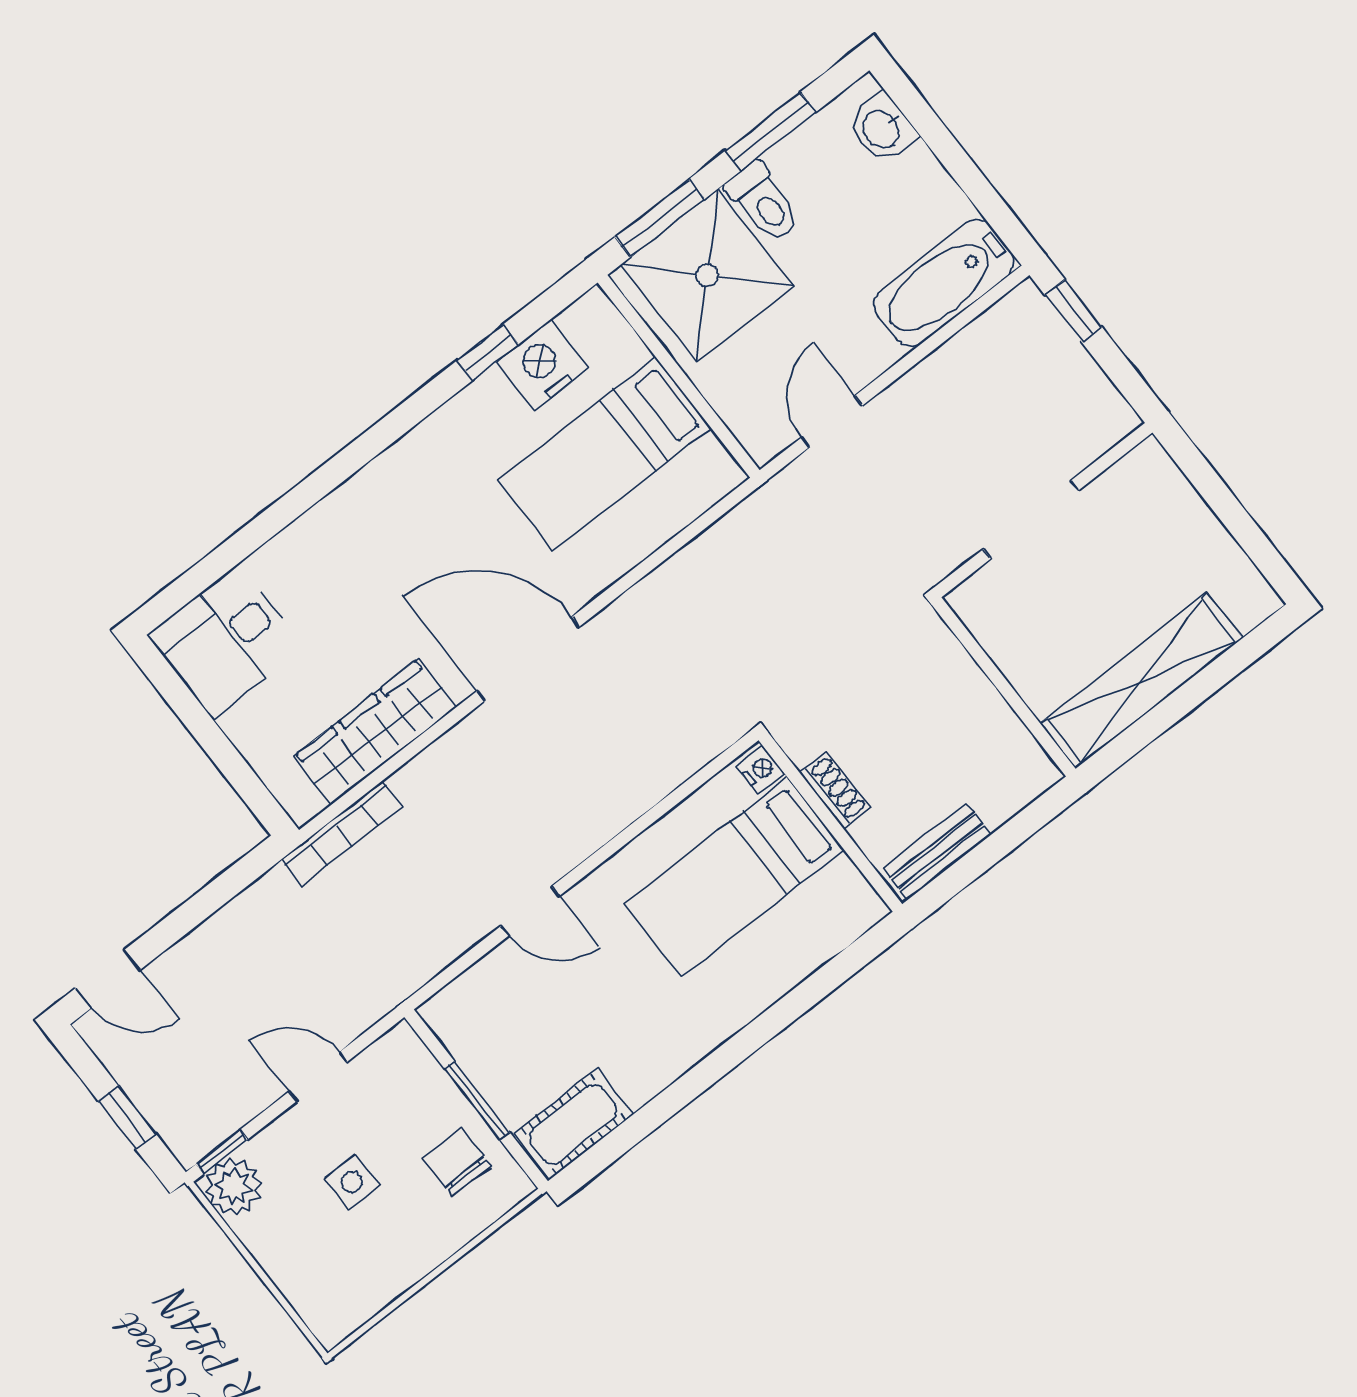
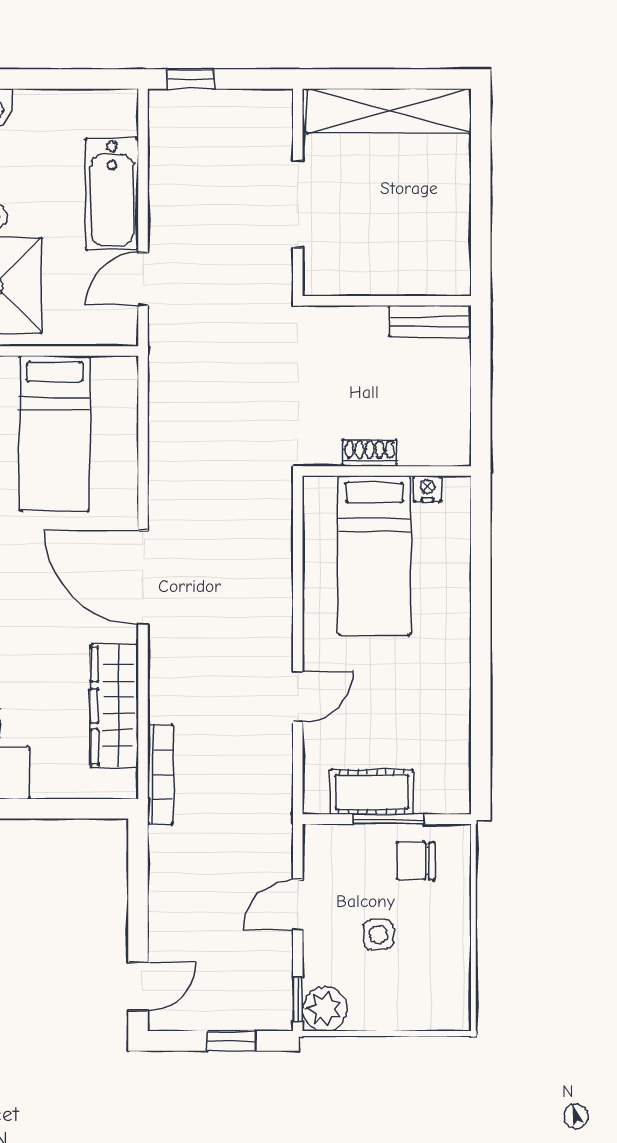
bathtub: (944, 283) -> (112, 194), moved
door: (832, 422) -> (143, 279), hinge flipped
door: (528, 659) -> (143, 577), hinge flipped
shelving: (1141, 681) -> (389, 111), moved, turned 90
nightstand: (760, 770) -> (427, 489), moved
bench: (937, 851) -> (430, 321), moved, turned 90
cot: (573, 1124) -> (372, 792), moved, turned 90

